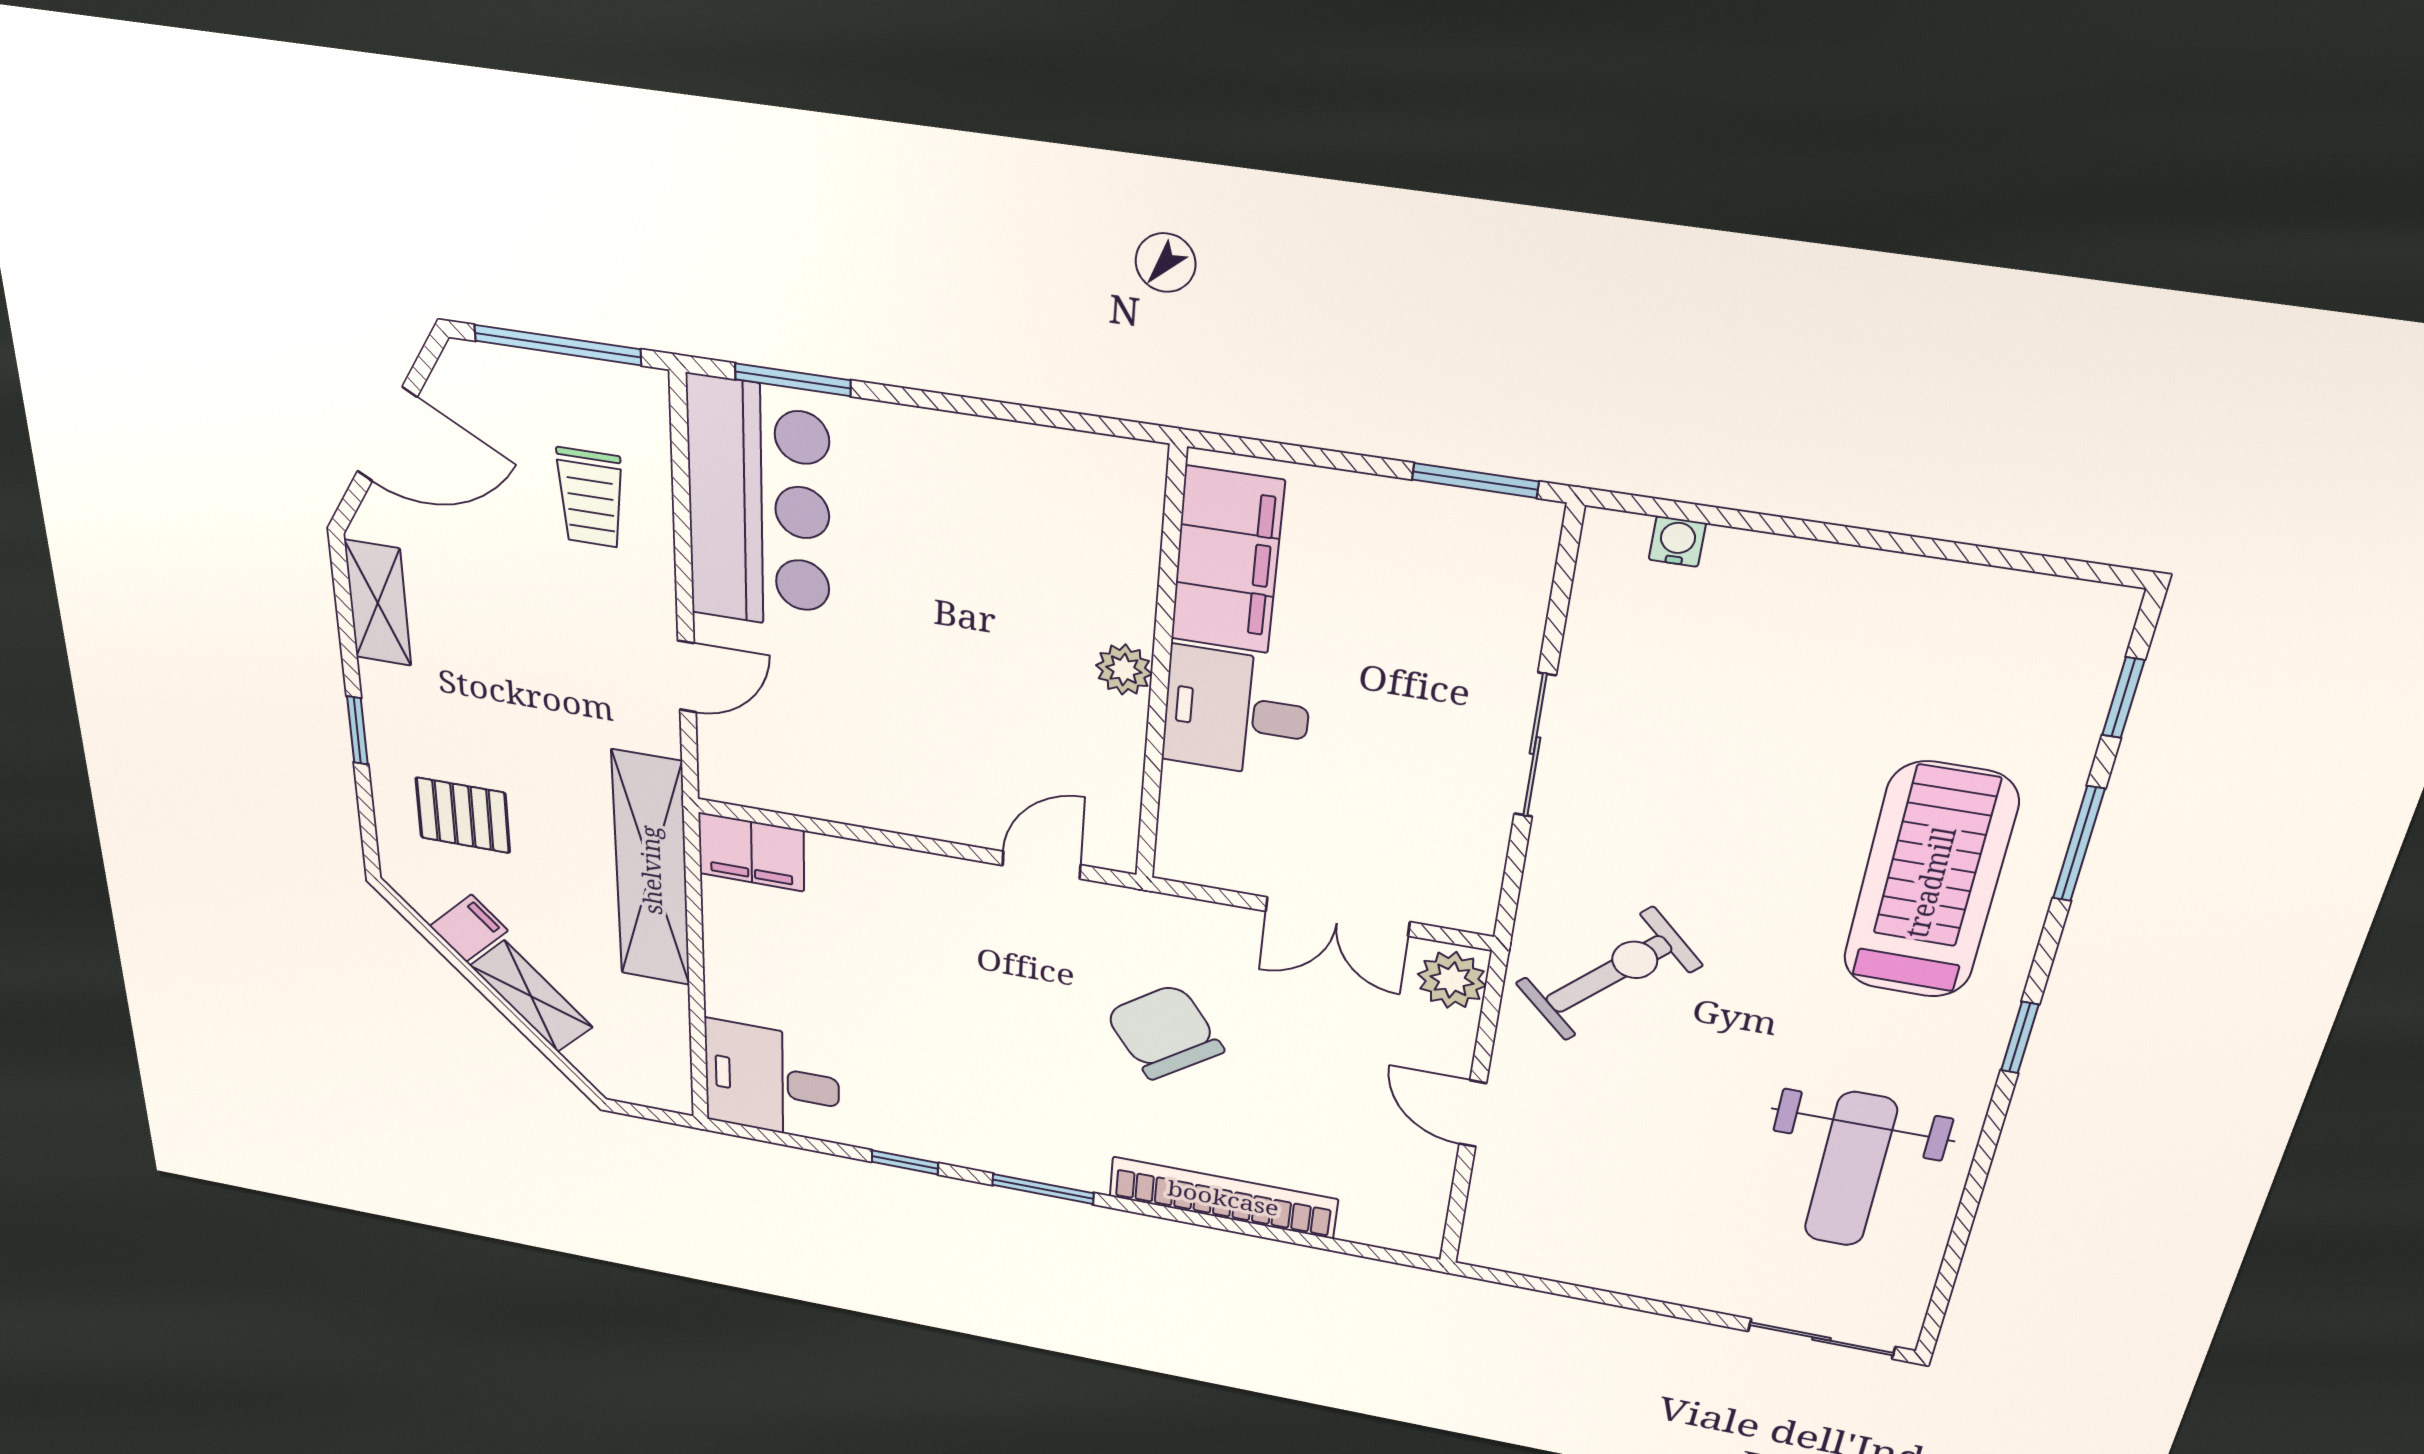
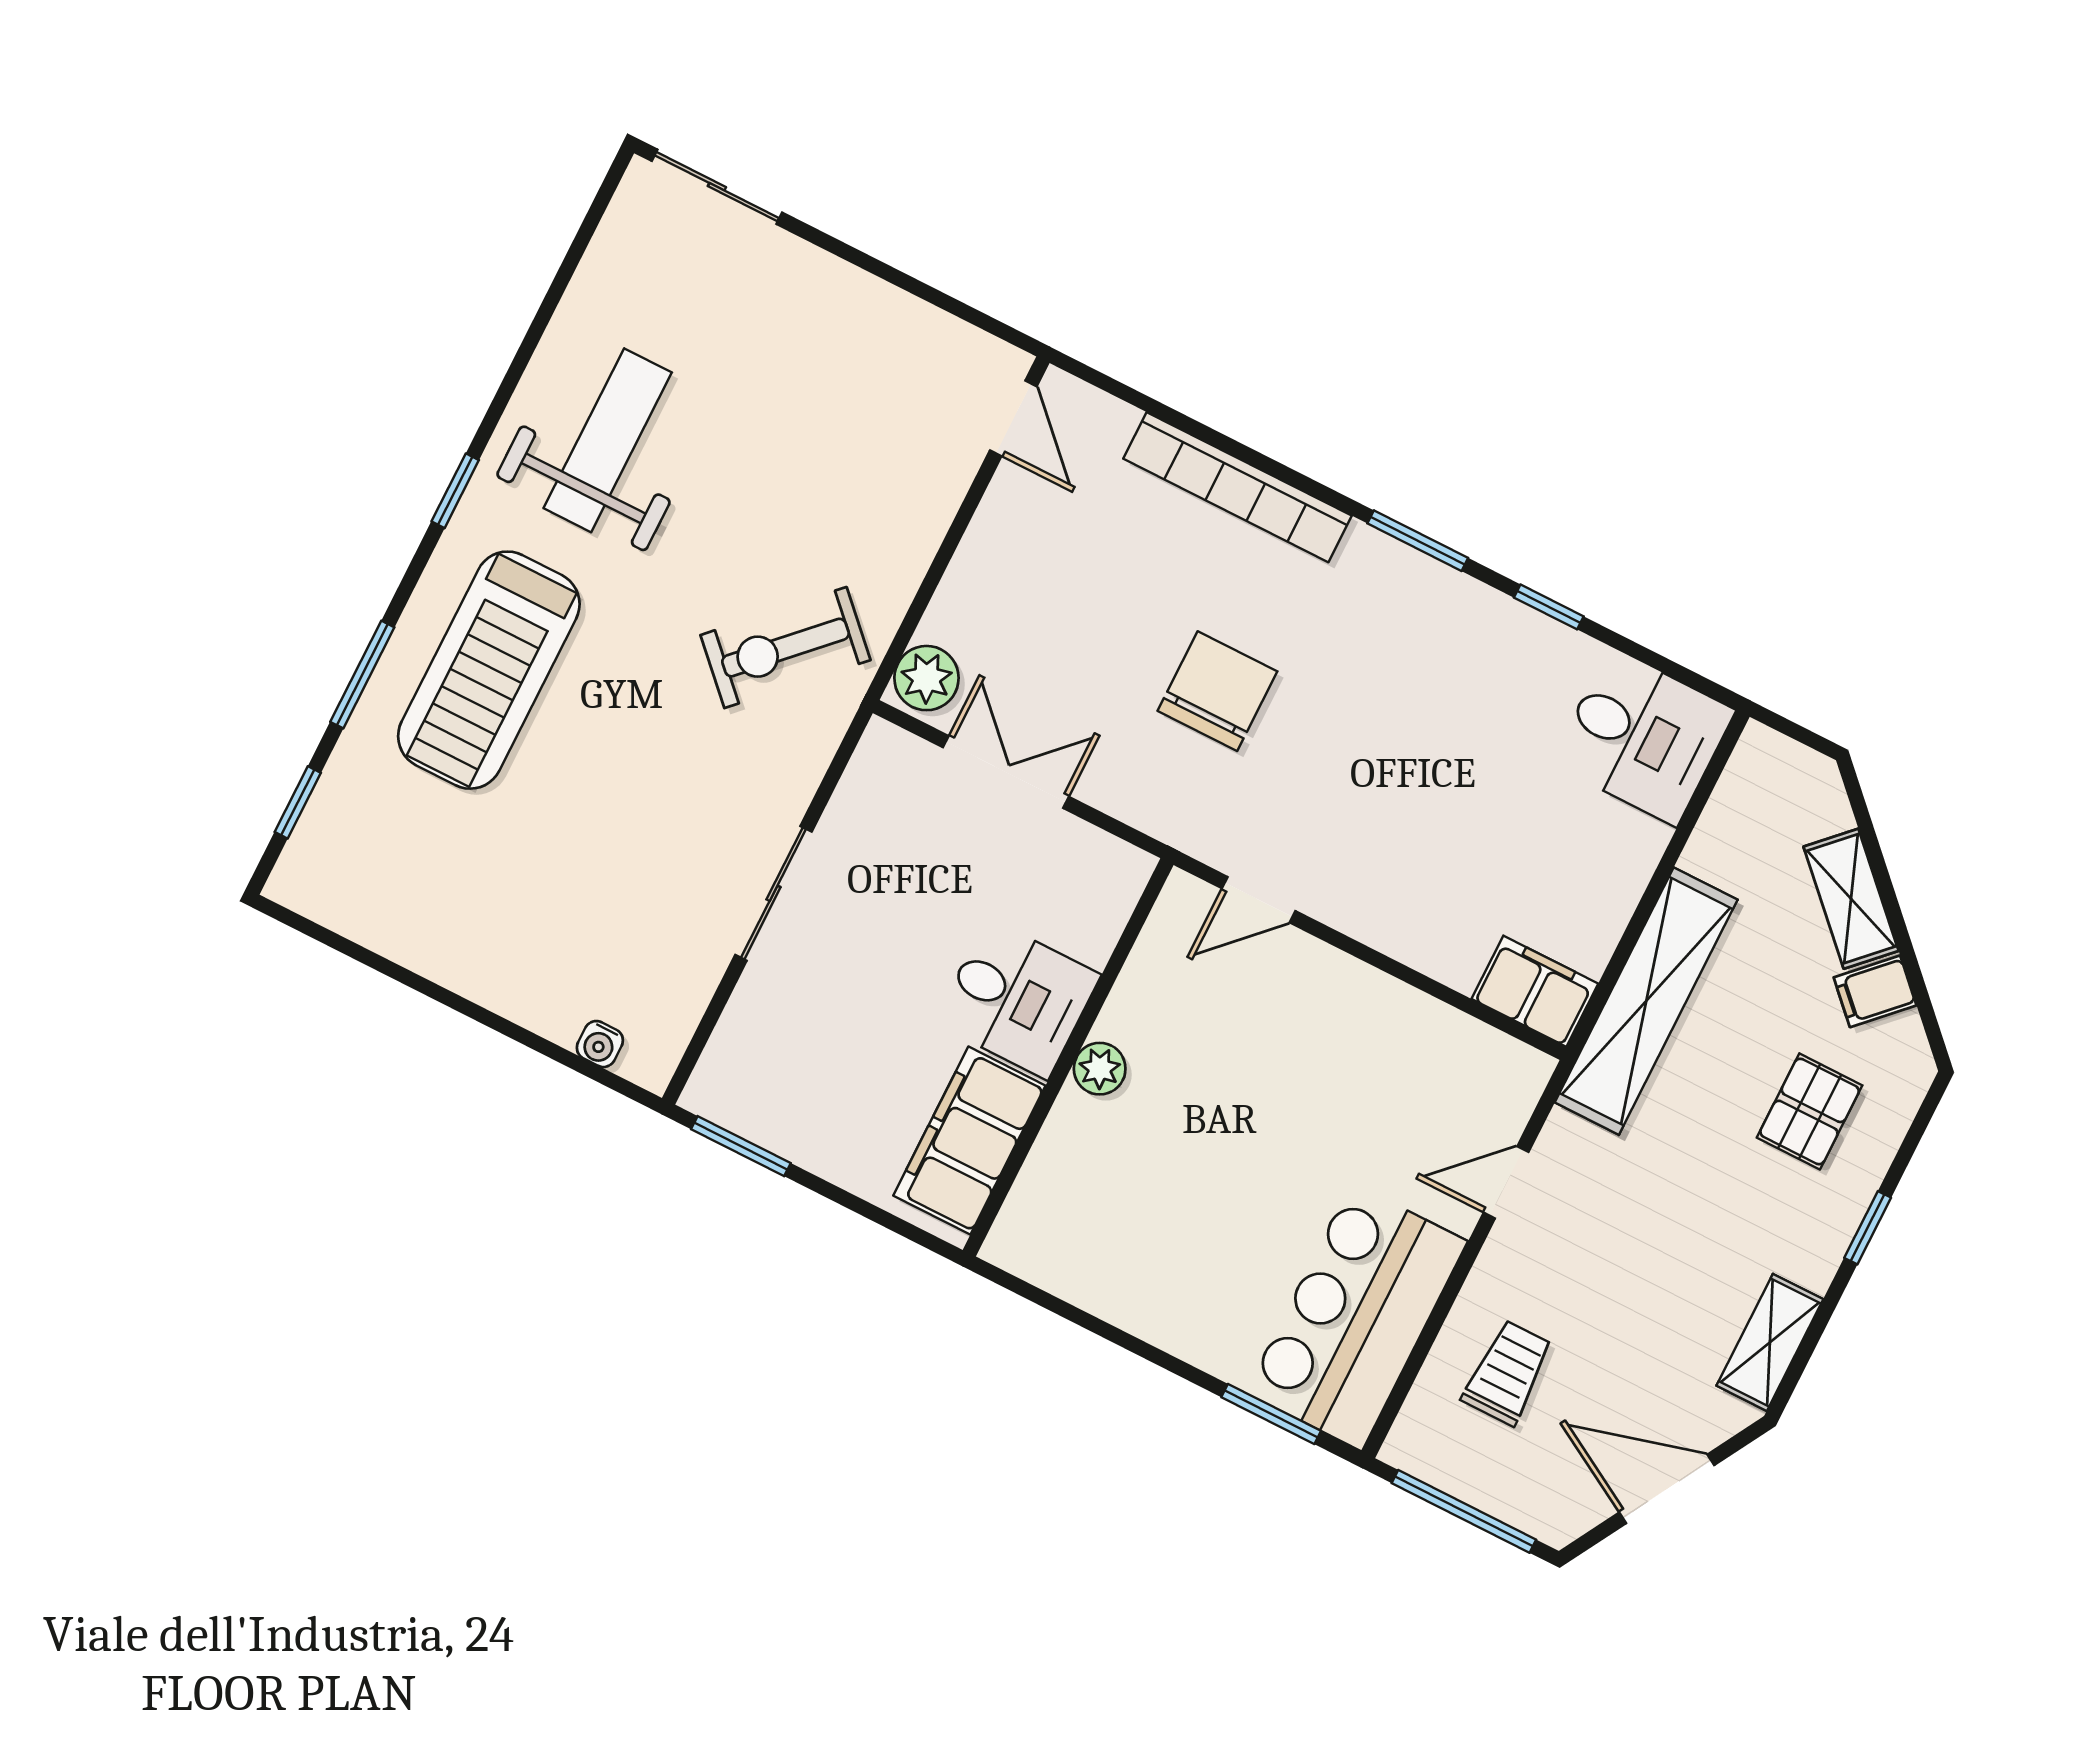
pallet: (463, 815) -> (1810, 1111), turned 90
chair: (1164, 1032) -> (1217, 691), turned -144
door: (1473, 1114) -> (1013, 418), moved
weight bench: (1850, 1170) -> (608, 440), moved

